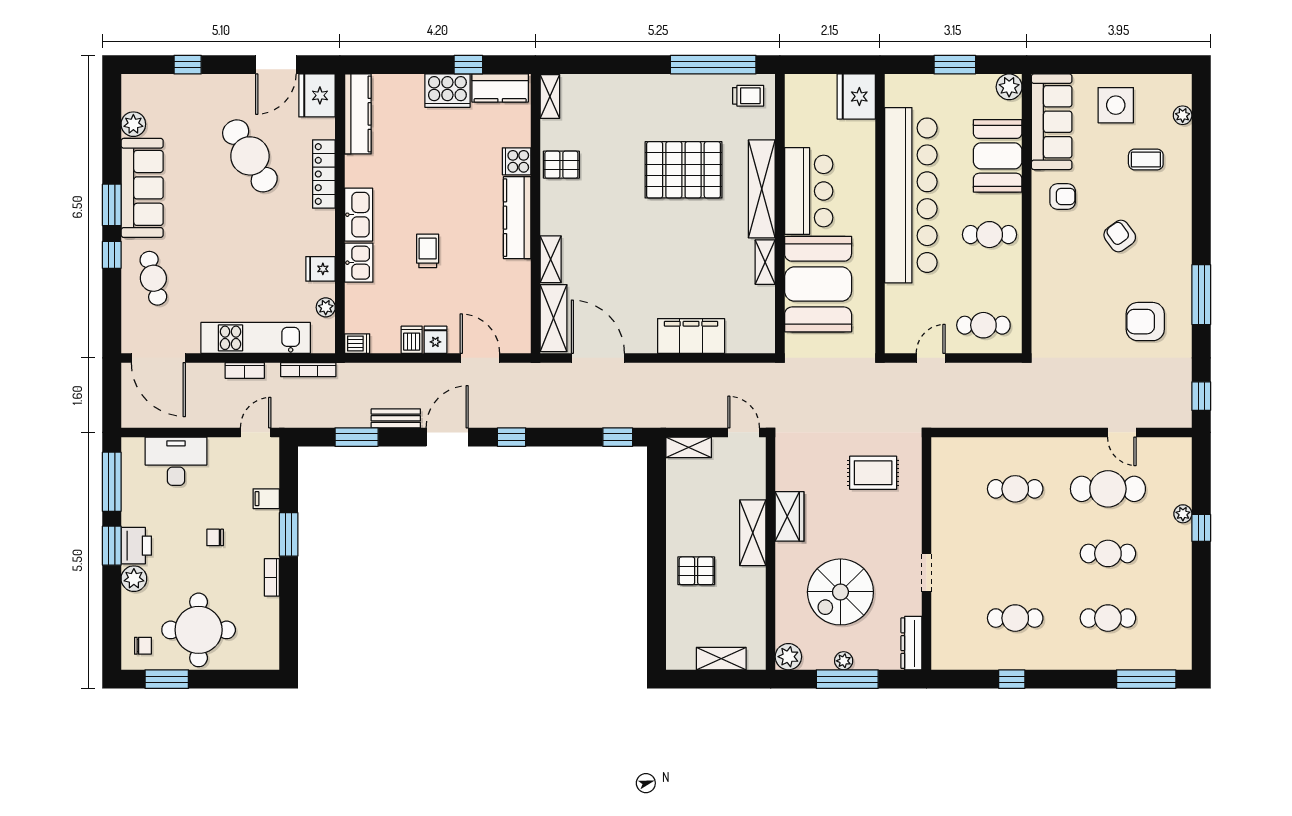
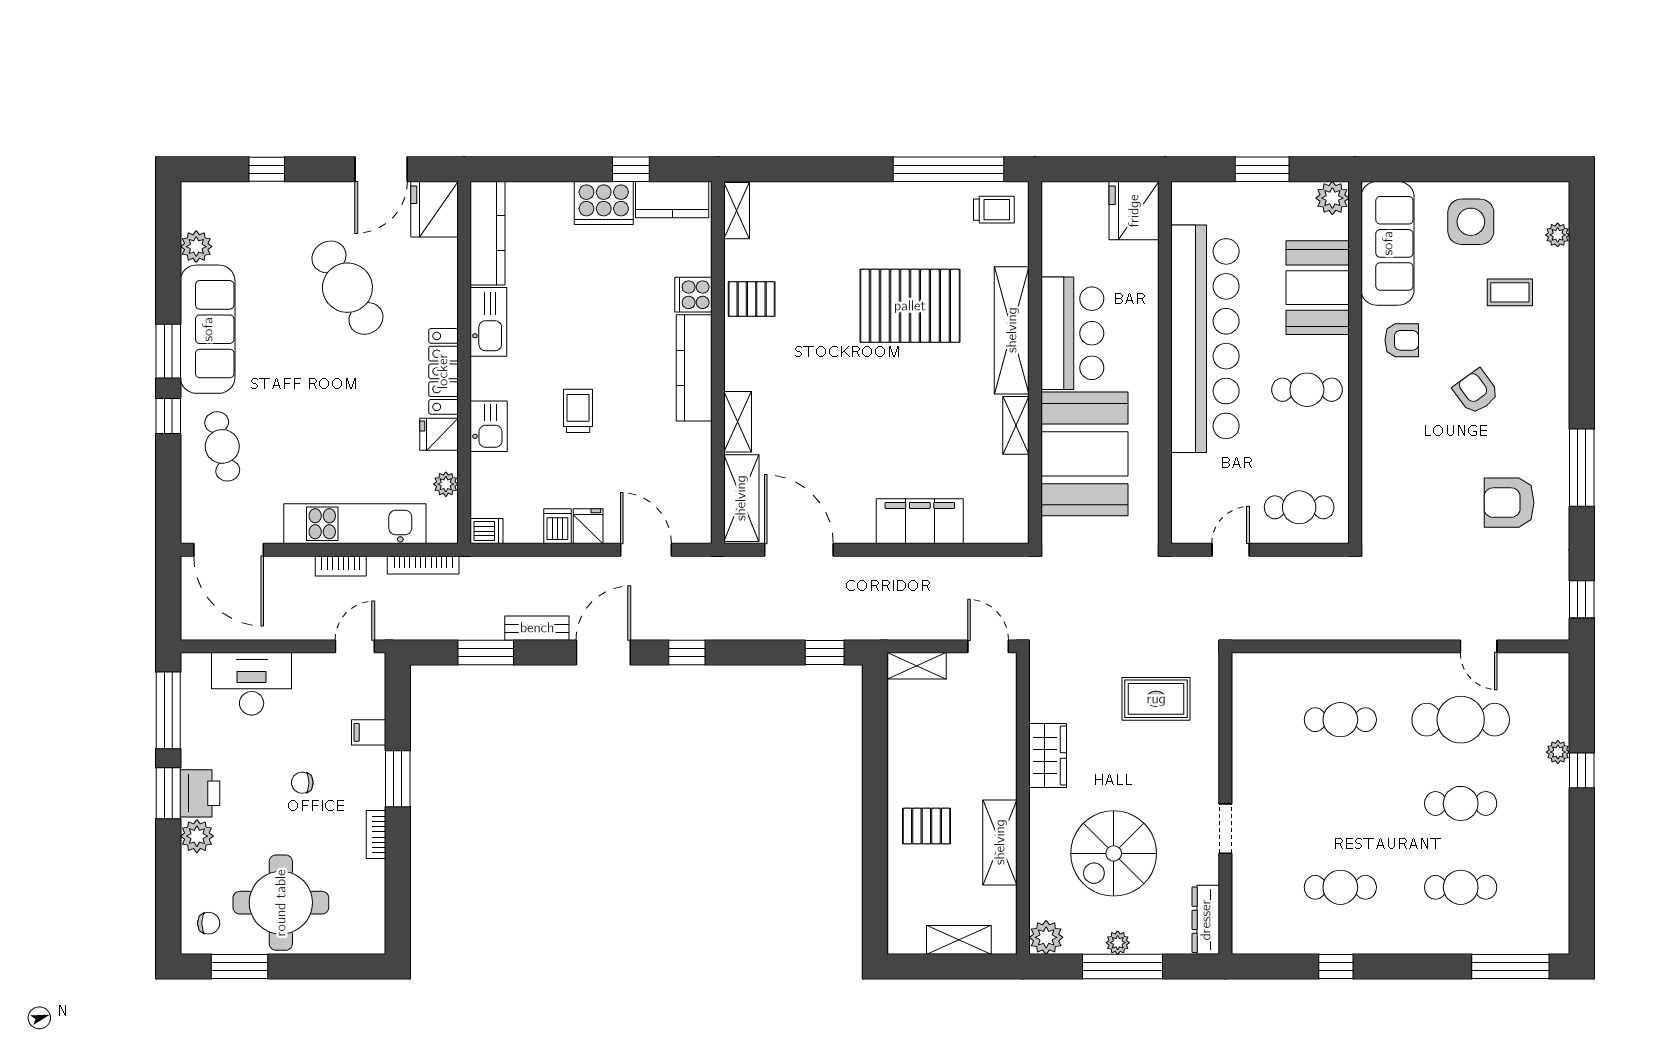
locker: (324, 174) -> (443, 371), moved
kitchen sink: (359, 215) -> (488, 322), moved
shelving: (753, 533) -> (1000, 842), moved

